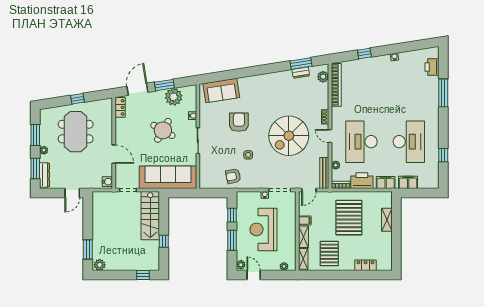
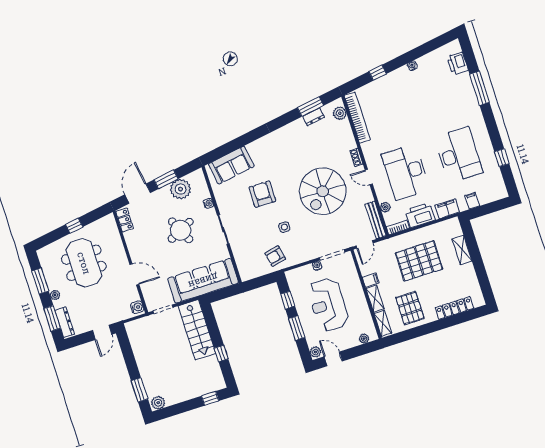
round table: (163, 130) -> (181, 230), turned 34
filing cabinet: (408, 182) -> (472, 201), width x0.50
pallet: (349, 218) -> (419, 261), turned 90
locker: (366, 265) -> (454, 308), width x1.53

